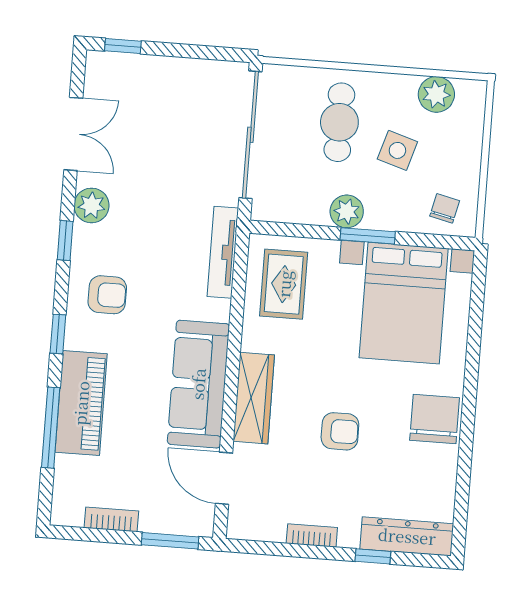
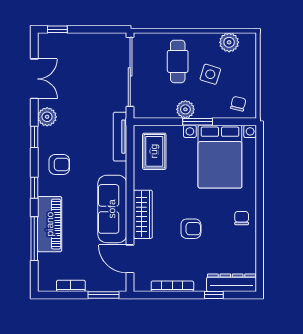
chair: (435, 419) -> (242, 218), width x0.54, depth x0.54
bookcase: (312, 535) -> (172, 286), width x1.56

